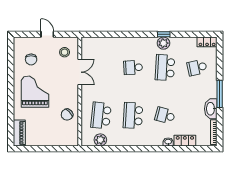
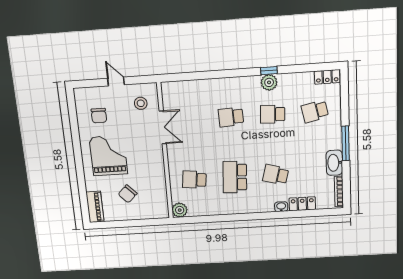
school desk: (165, 68) -> (273, 114), width x0.54
chair: (67, 115) -> (128, 194), moved
school desk: (101, 115) -> (194, 180), width x0.54
plant: (100, 140) -> (180, 210), moved

